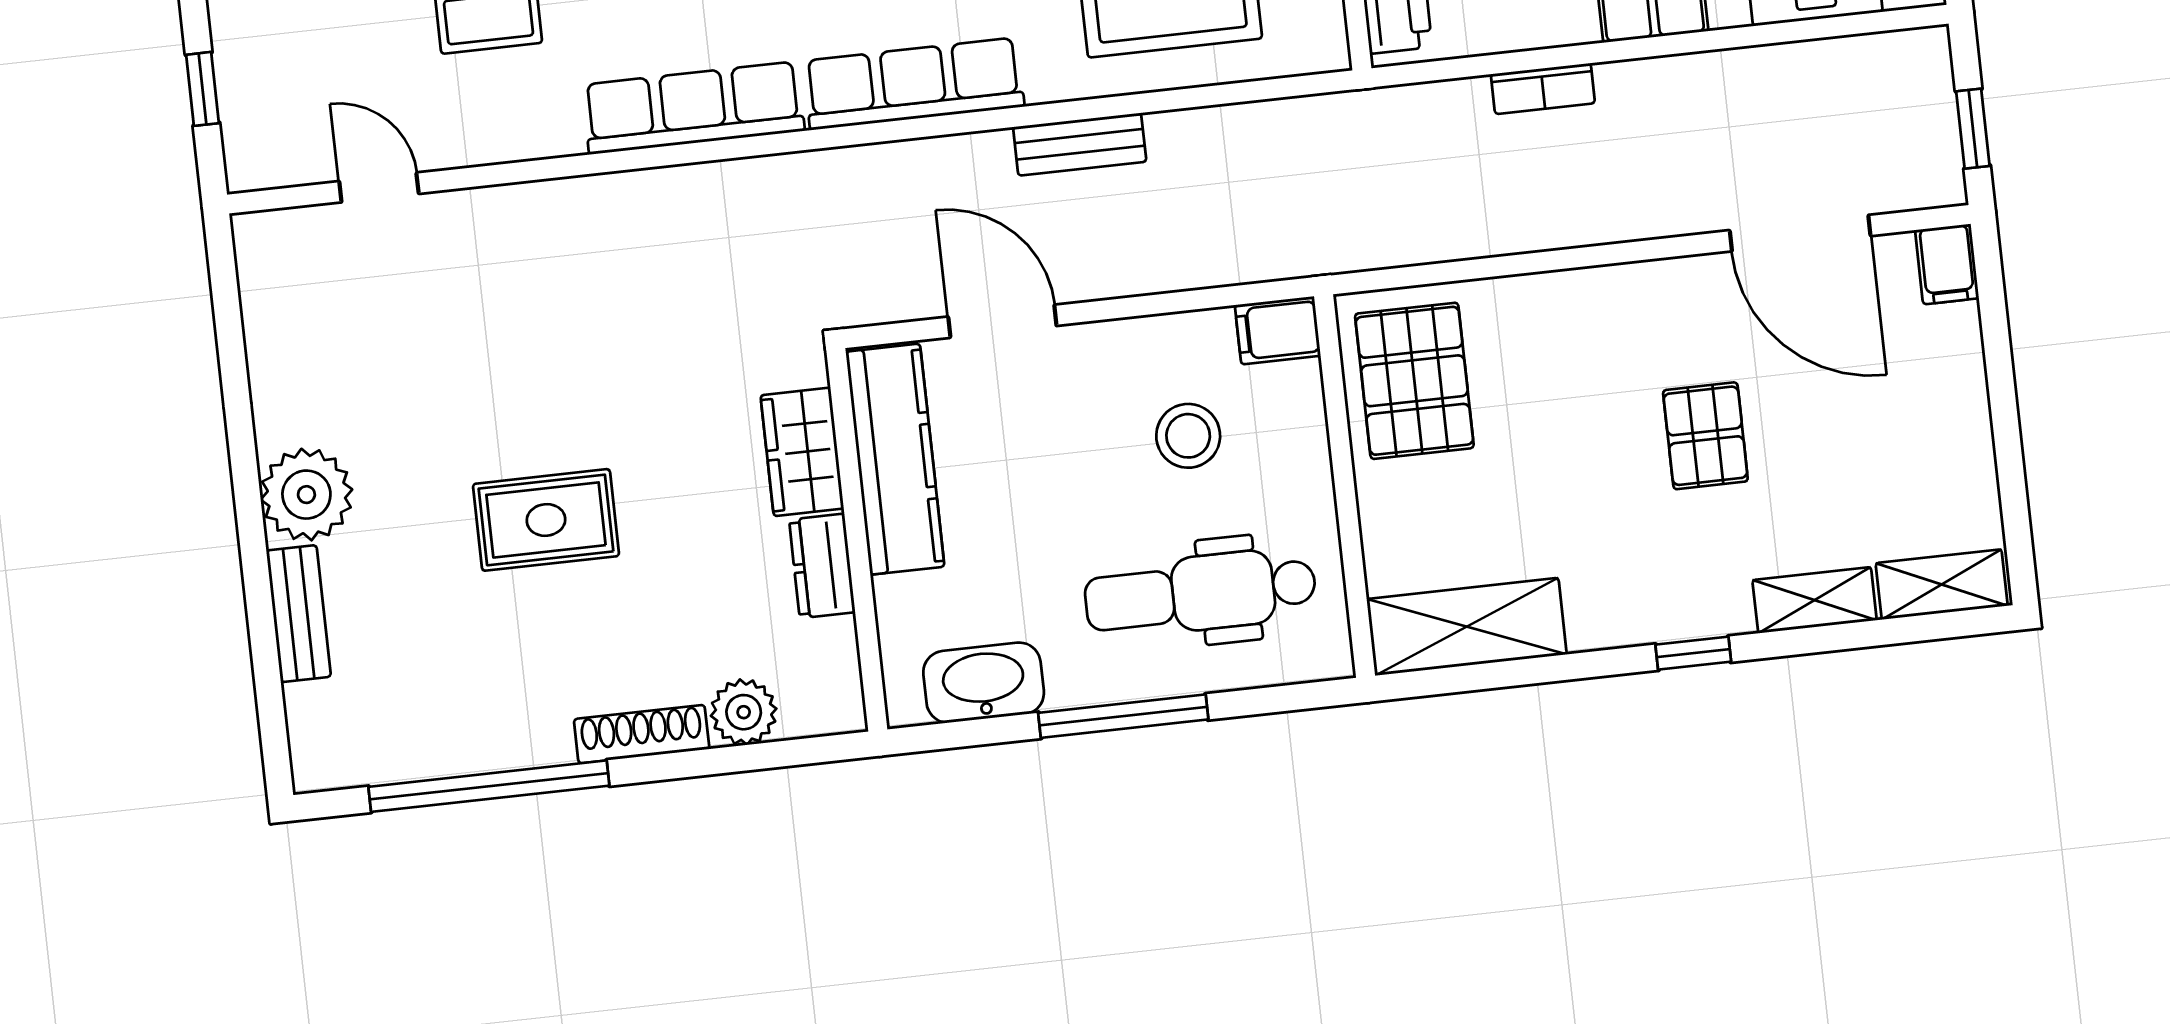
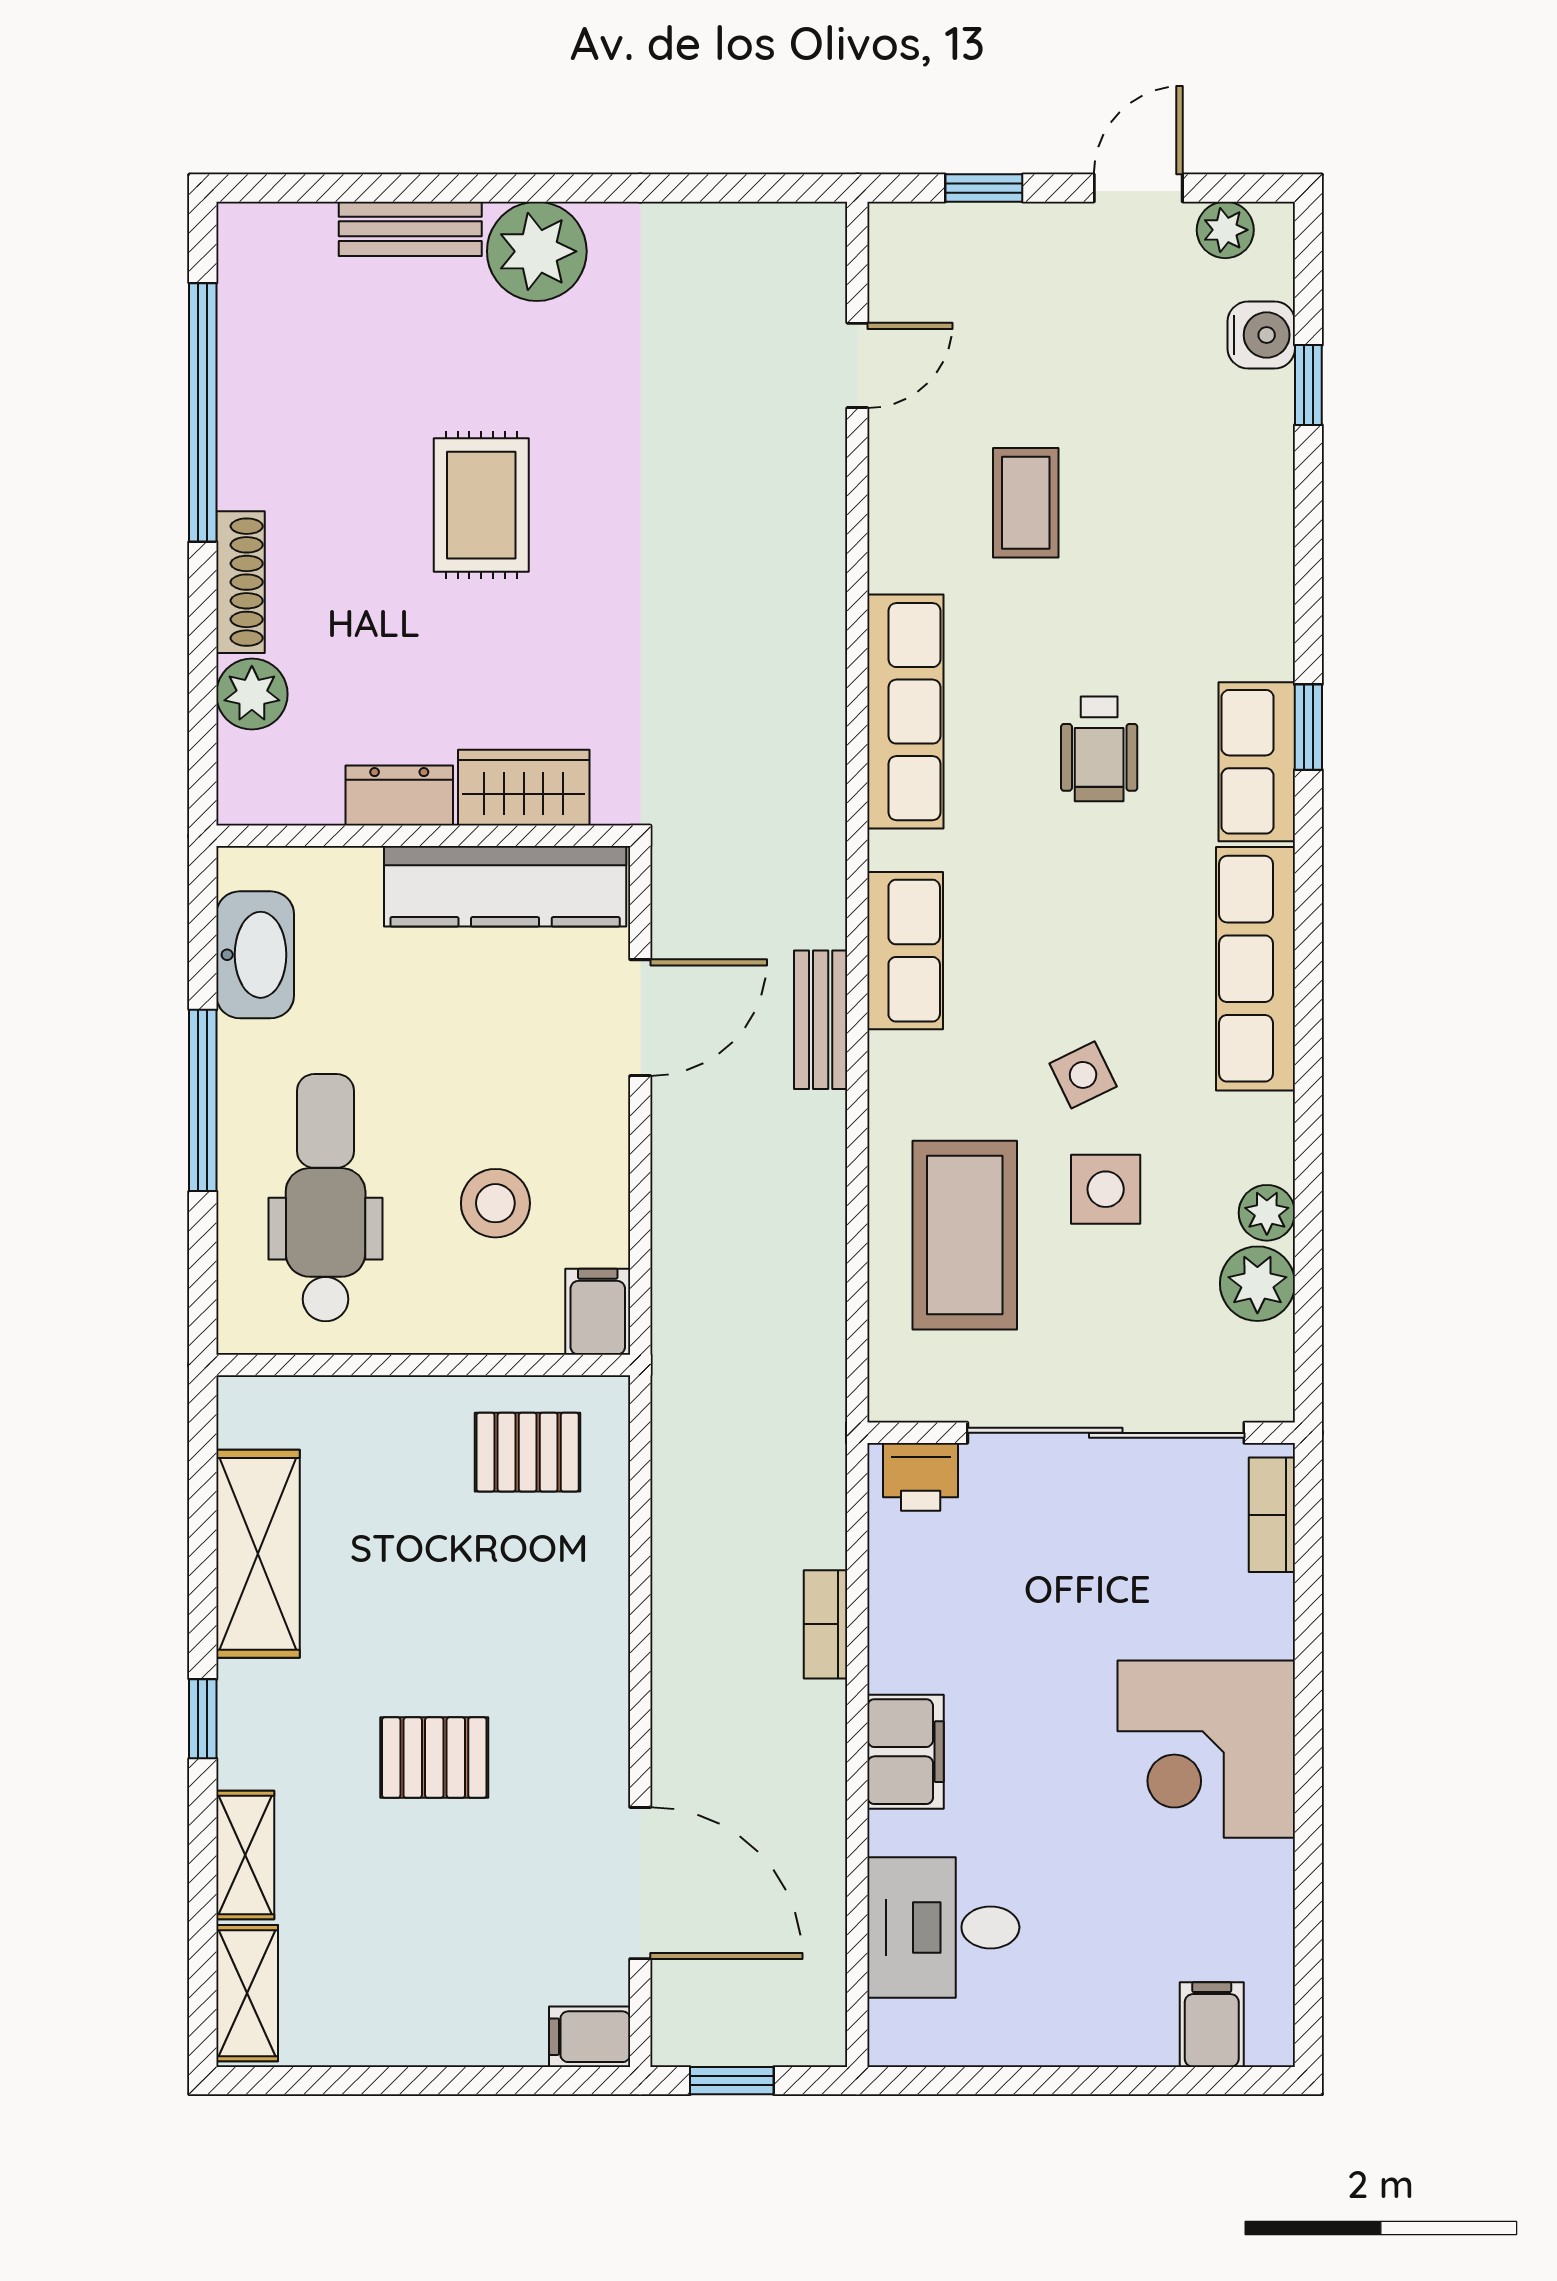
row of seats: (914, 84) -> (905, 951), width x0.68
bench: (1080, 144) -> (821, 1020), moved
door: (1800, 233) -> (640, 1883), swing flipped
pallet: (1414, 381) -> (528, 1452), width x0.67, depth x0.71
shelving: (1467, 627) -> (258, 1554), moved

